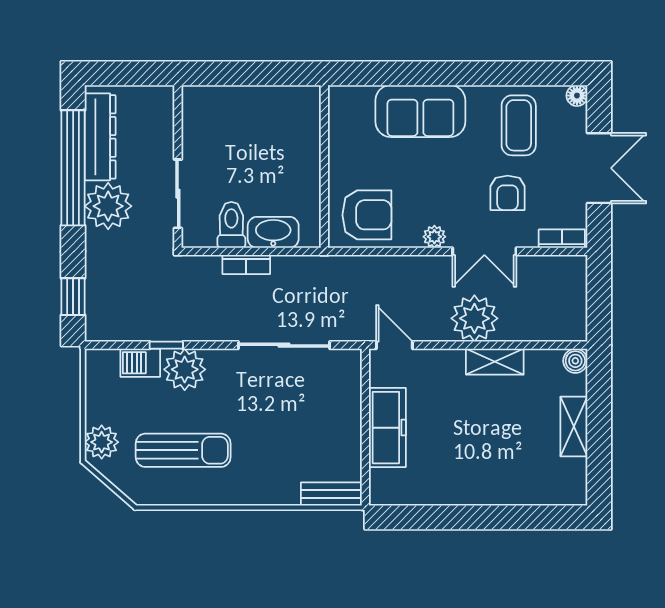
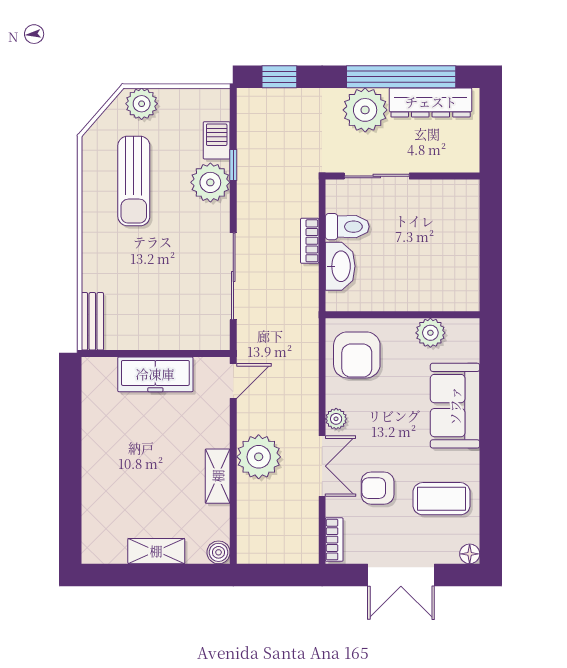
plant: (343, 137) -> (430, 333), added
double door: (484, 251) -> (322, 466), swing flipped

